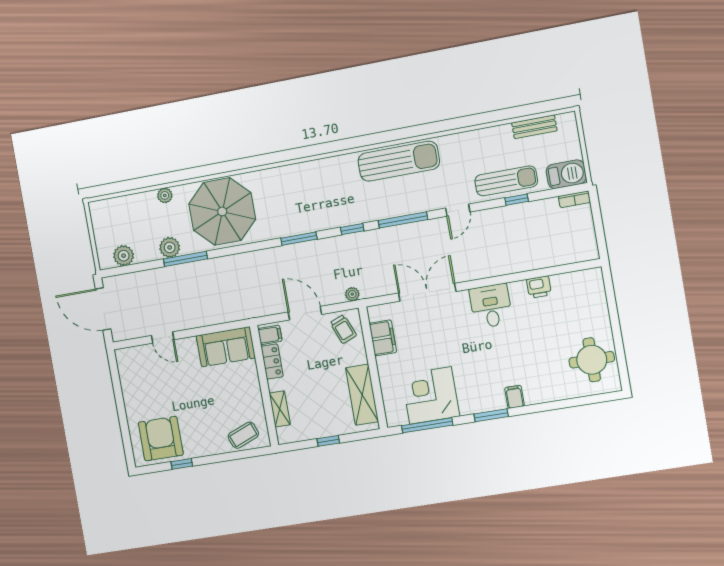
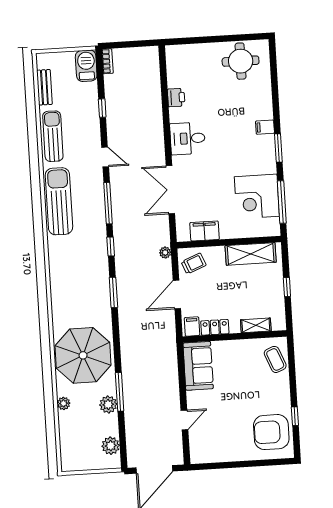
sun lounger: (506, 181) -> (53, 136), moved

